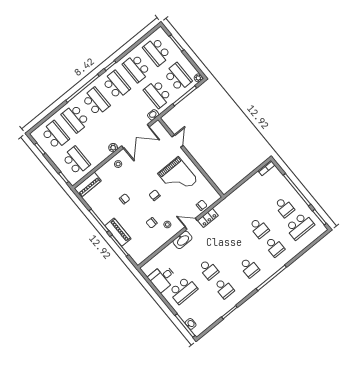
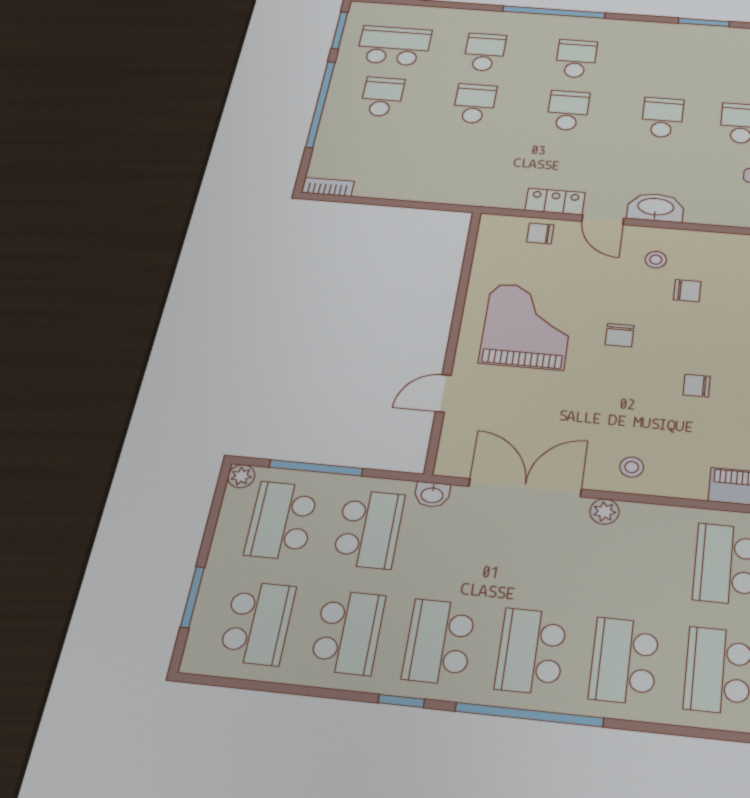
school desk: (75, 118) -> (624, 661), turned 180
school desk: (224, 288) -> (568, 111), moved

